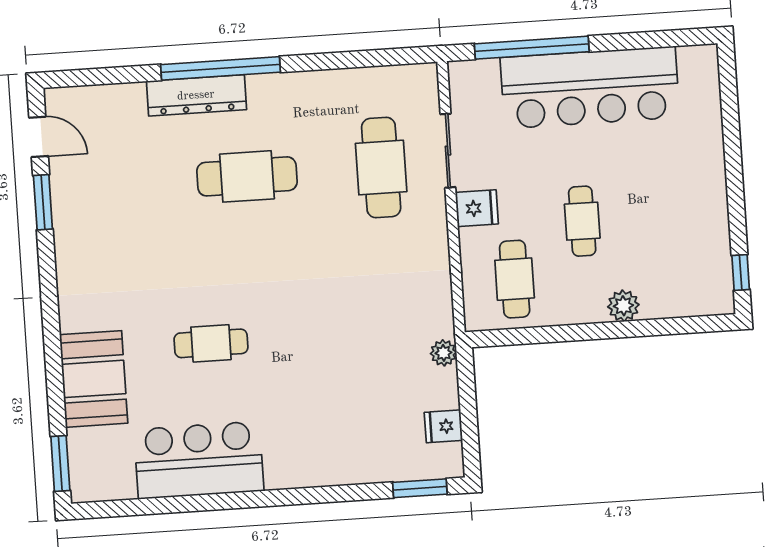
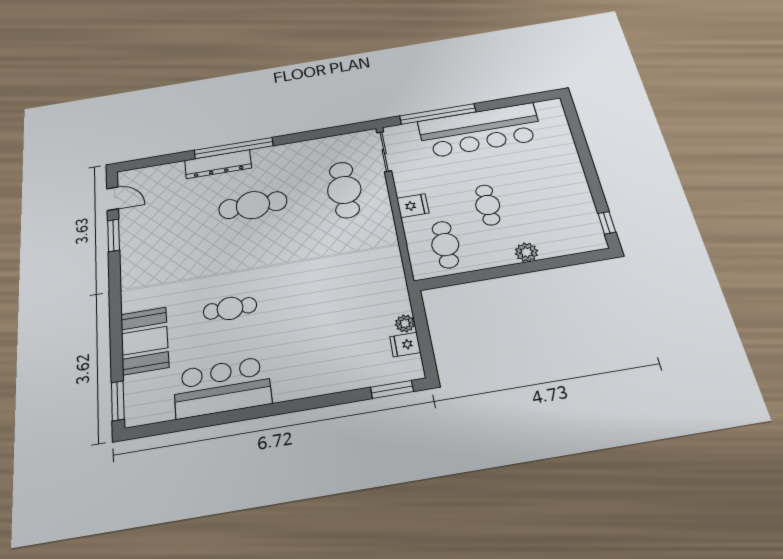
sliding door: (448, 151) -> (384, 151), moved
plant: (443, 353) -> (405, 323), moved

